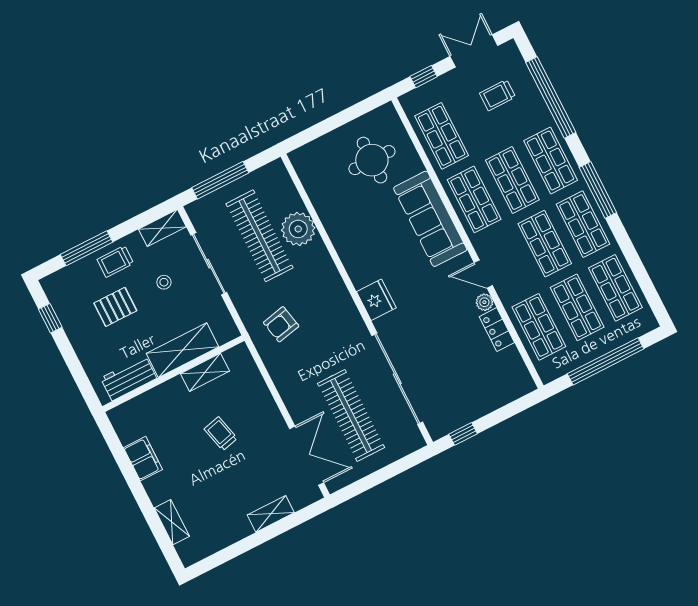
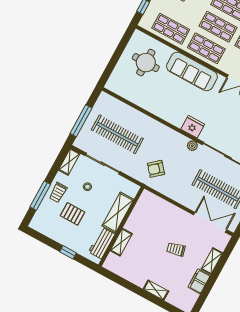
plant: (298, 229) -> (192, 146), moved, width x0.53, depth x0.53
pallet: (115, 307) -> (73, 214), turned 90
window: (50, 318) -> (68, 252), moved
armchair: (281, 324) -> (156, 169), turned 61
shelving: (205, 372) -> (121, 242), moved
trolley: (221, 434) -> (176, 249), moved
filing cabinet: (143, 459) -> (199, 281), moved, turned -90
shelving: (172, 522) -> (156, 290), moved

